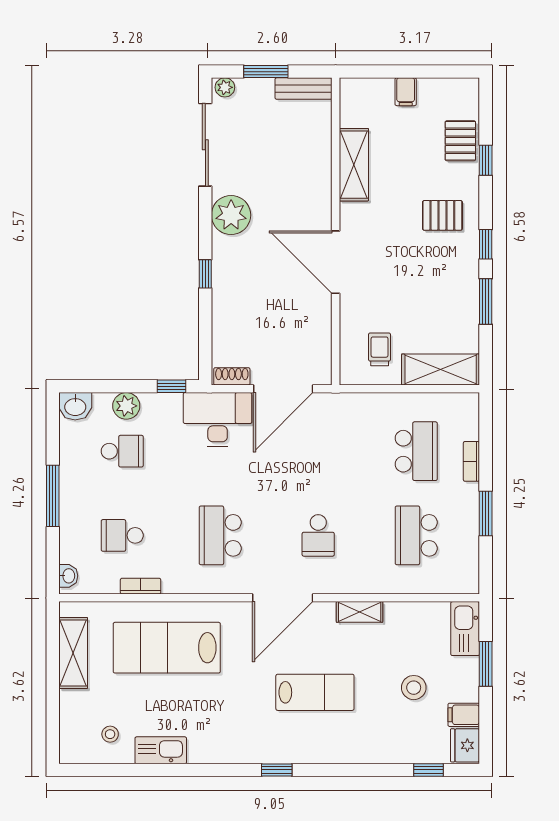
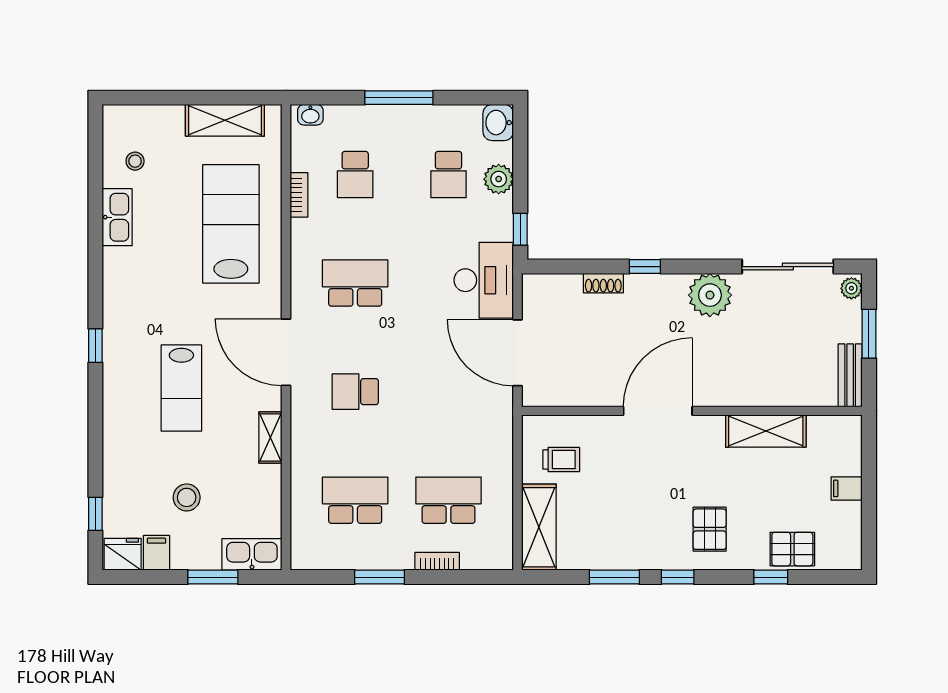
shoe rack: (232, 376) -> (603, 283), moved, turned 90
school desk: (416, 451) -> (448, 500), turned 180
school desk: (122, 535) -> (355, 175), turned 180

